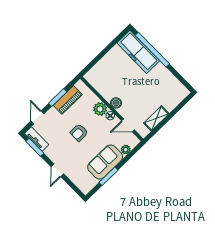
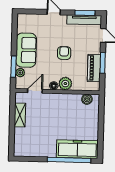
boiler: (116, 103) -> (87, 99), moved
tv unit: (37, 139) -> (84, 20), width x1.41
window: (109, 176) -> (13, 67), moved

